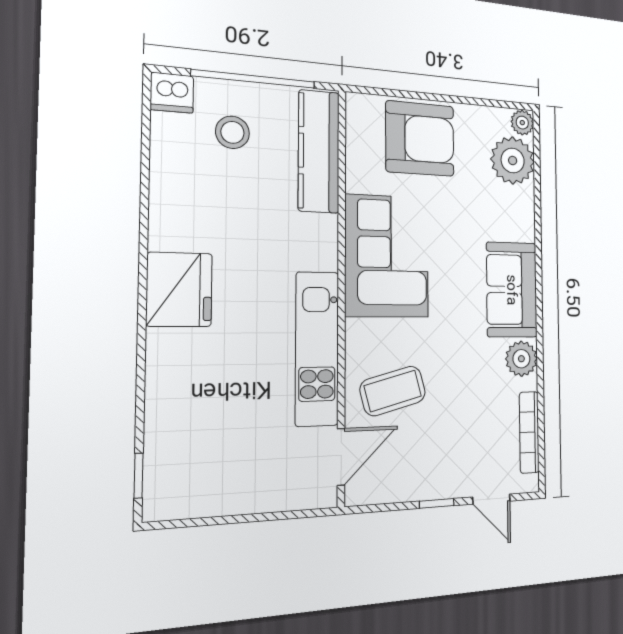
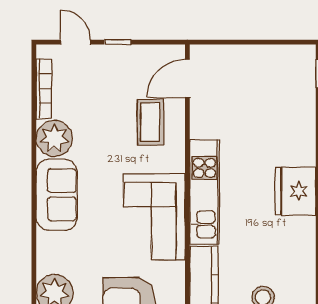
kitchen unit: (317, 349) -> (204, 192), moved
plant: (521, 359) -> (54, 138), width x1.36, depth x1.36
coffee table: (393, 391) -> (150, 122), turned -75

